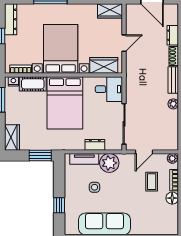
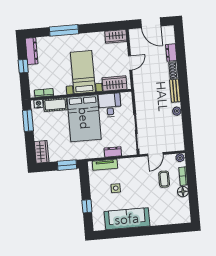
bed with nightstands: (61, 49) -> (83, 72), width x0.73
desk: (109, 89) -> (110, 105), moved, turned -90
plant: (109, 163) -> (127, 166), removed

